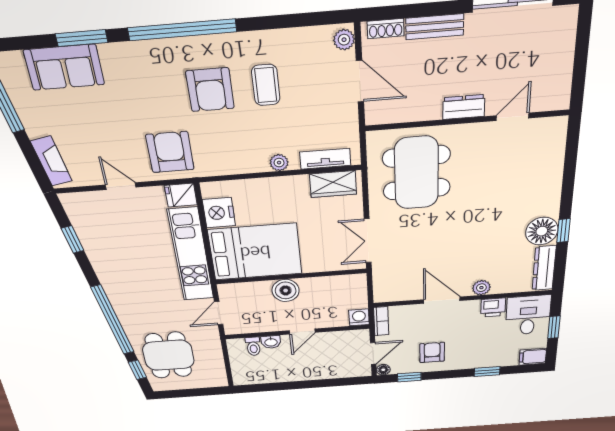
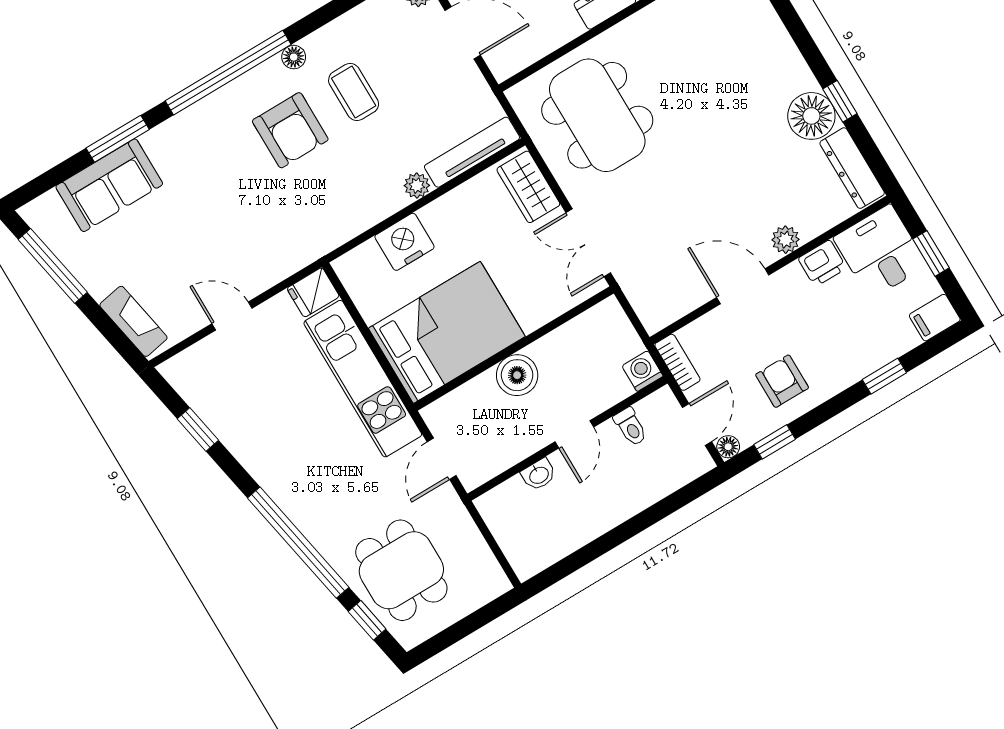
floor lamp: (235, 41) -> (294, 57), added
armchair: (170, 152) -> (275, 237), removed
tv unit: (325, 159) -> (472, 152), width x1.41
wardrobe: (333, 184) -> (528, 187), moved, turned 90
nightstand: (219, 213) -> (405, 242), moved, turned 90
toilet: (253, 346) -> (631, 427), moved

